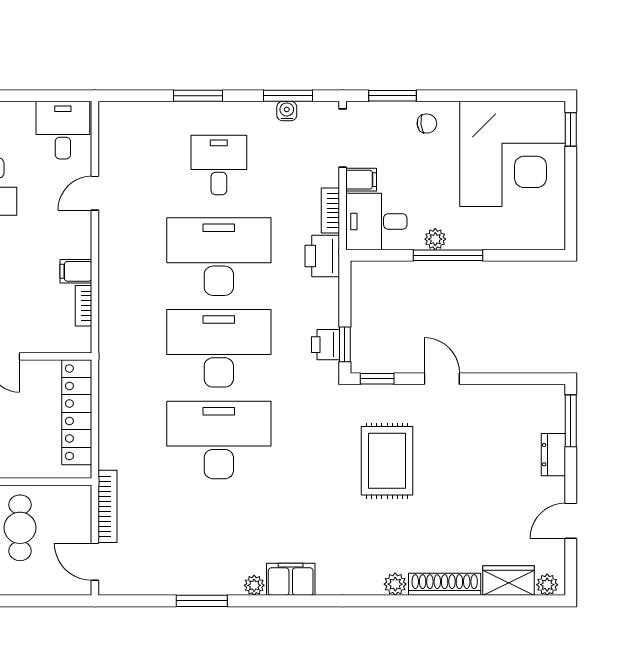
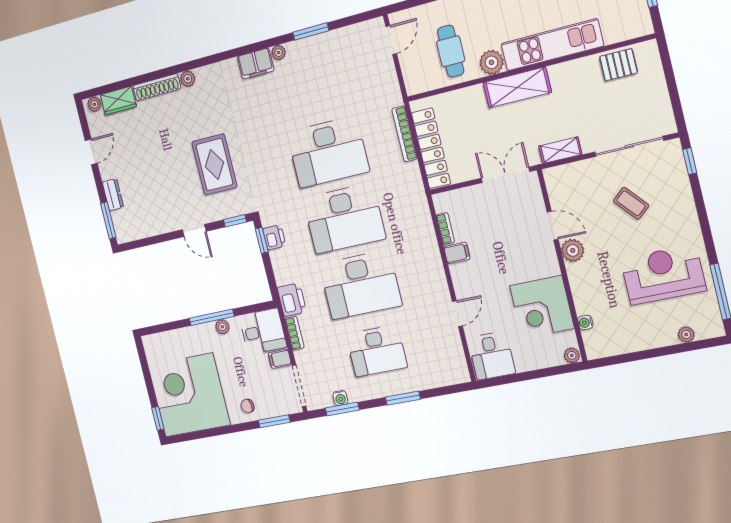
desk: (219, 165) -> (377, 351), width x1.37
bookcase: (108, 506) -> (405, 134), moved
door: (95, 562) -> (391, 40), hinge flipped

